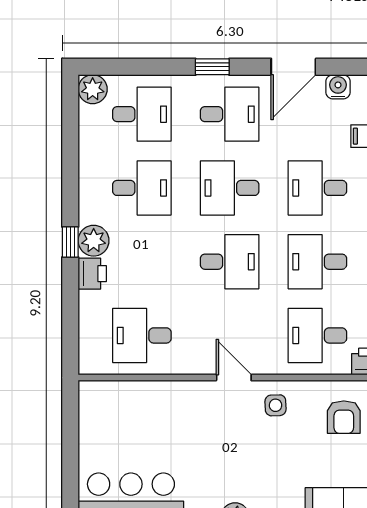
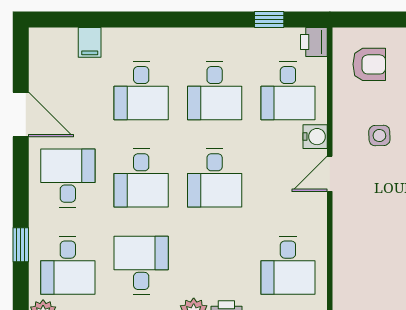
window: (212, 67) -> (21, 245), moved
water cooler: (338, 87) -> (315, 137), moved, turned 180
desk: (142, 114) -> (68, 265), turned 180
desk: (230, 262) -> (215, 178), turned 180
side table: (276, 405) -> (379, 136), moved

